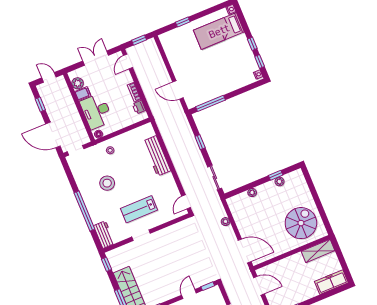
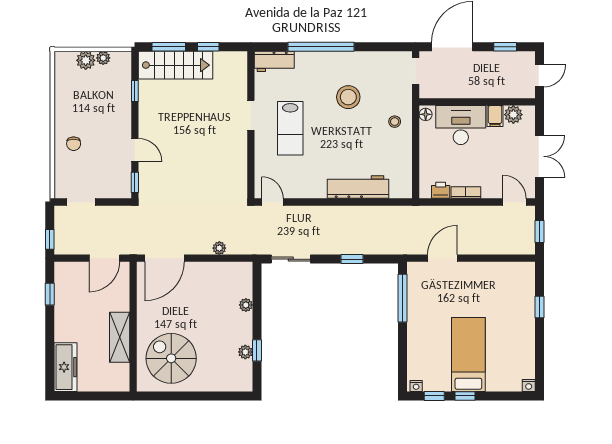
bed: (219, 31) -> (468, 354), moved
lab bench: (139, 209) -> (290, 128), turned 180
spiral stairs: (301, 223) -> (171, 358), turned 180
shelving: (318, 251) -> (120, 337), moved
window: (107, 264) -> (208, 47), moved

